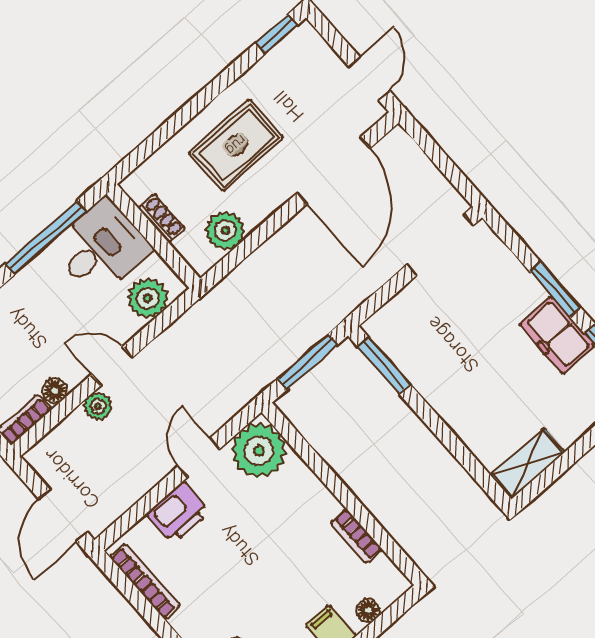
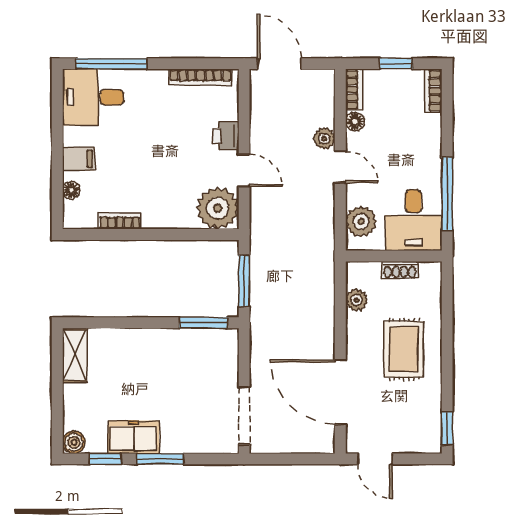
plant: (225, 230) -> (357, 300), width x0.73, depth x0.73
door: (112, 366) -> (340, 167), hinge flipped
printer: (178, 513) -> (226, 136), width x0.73, depth x0.81

